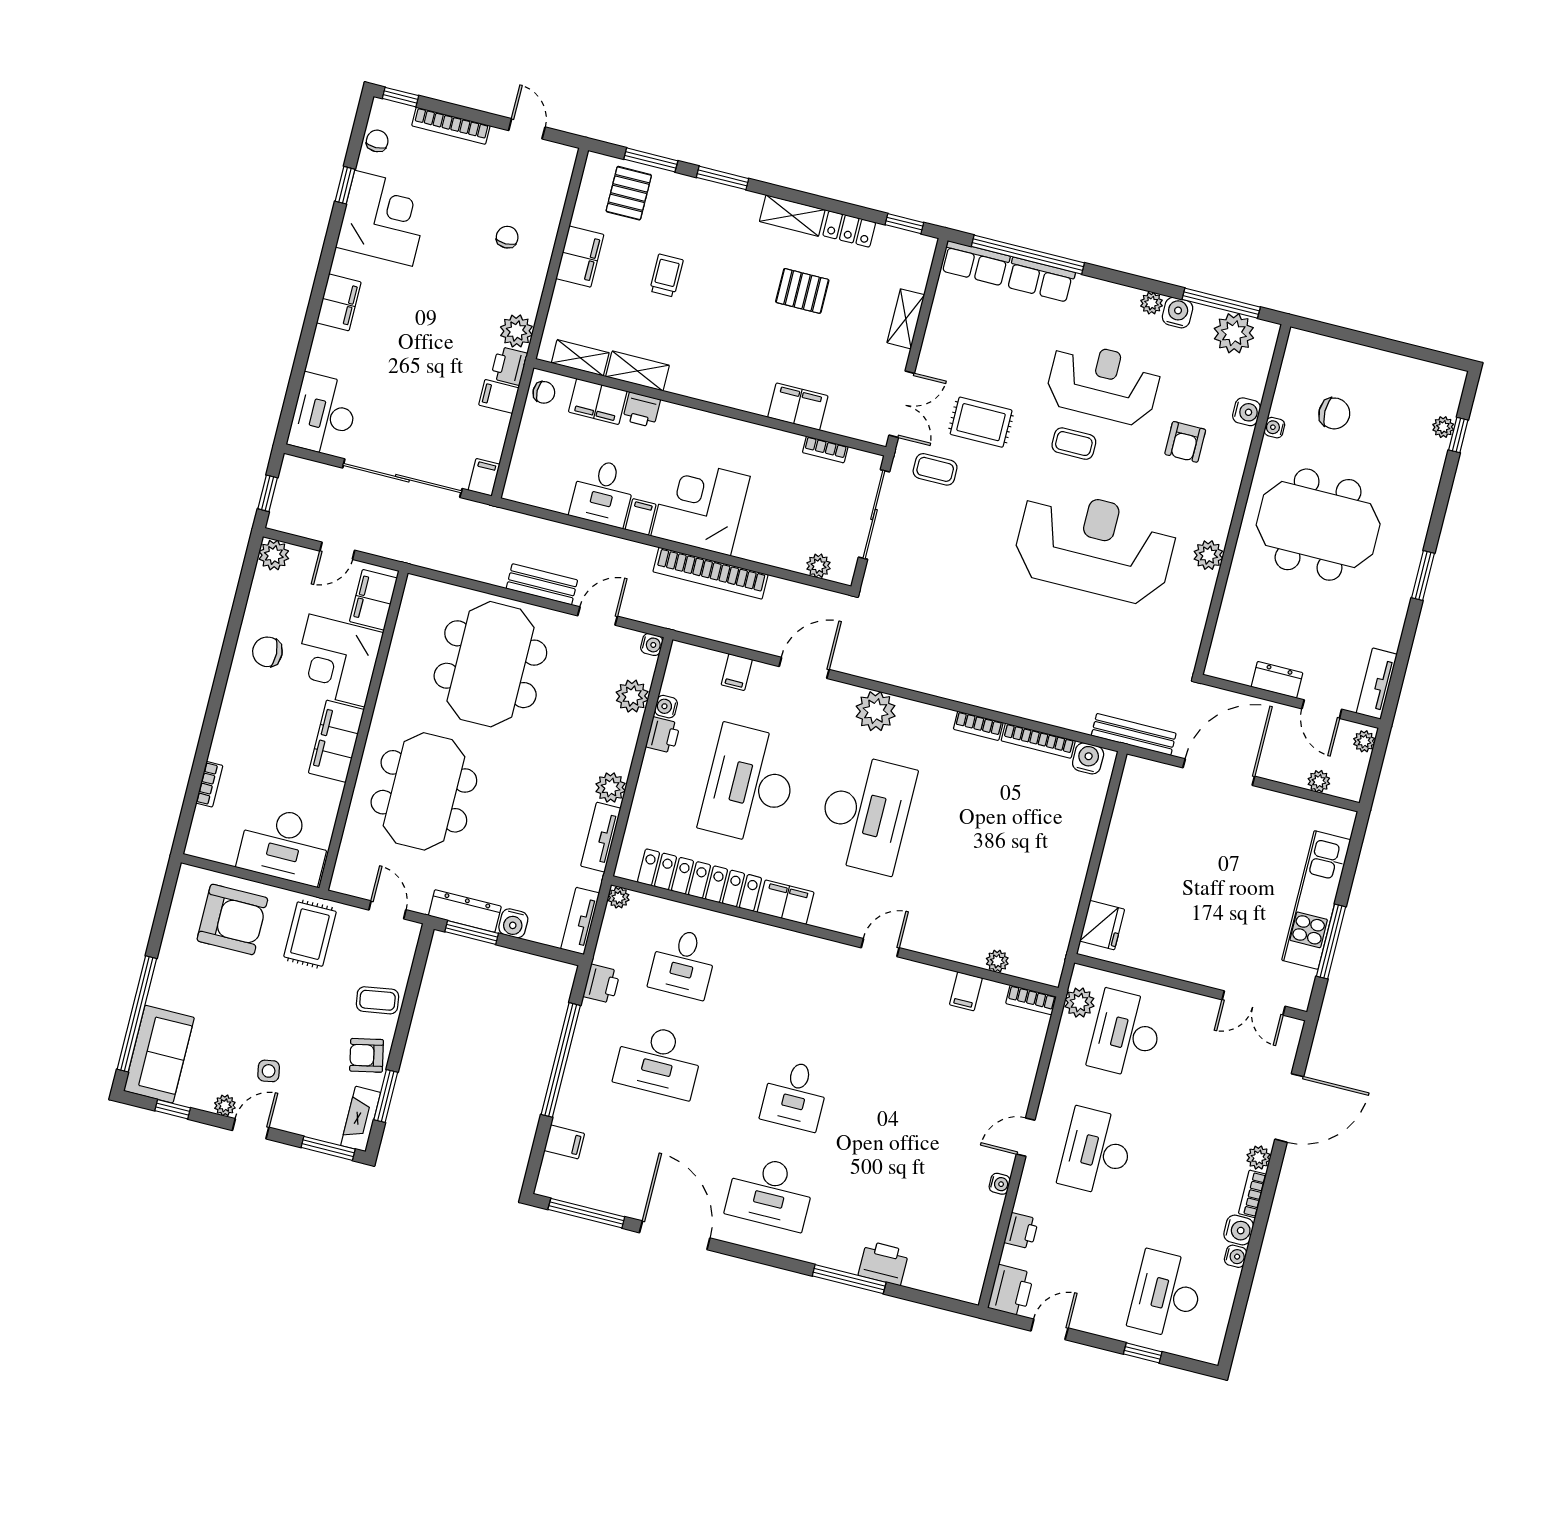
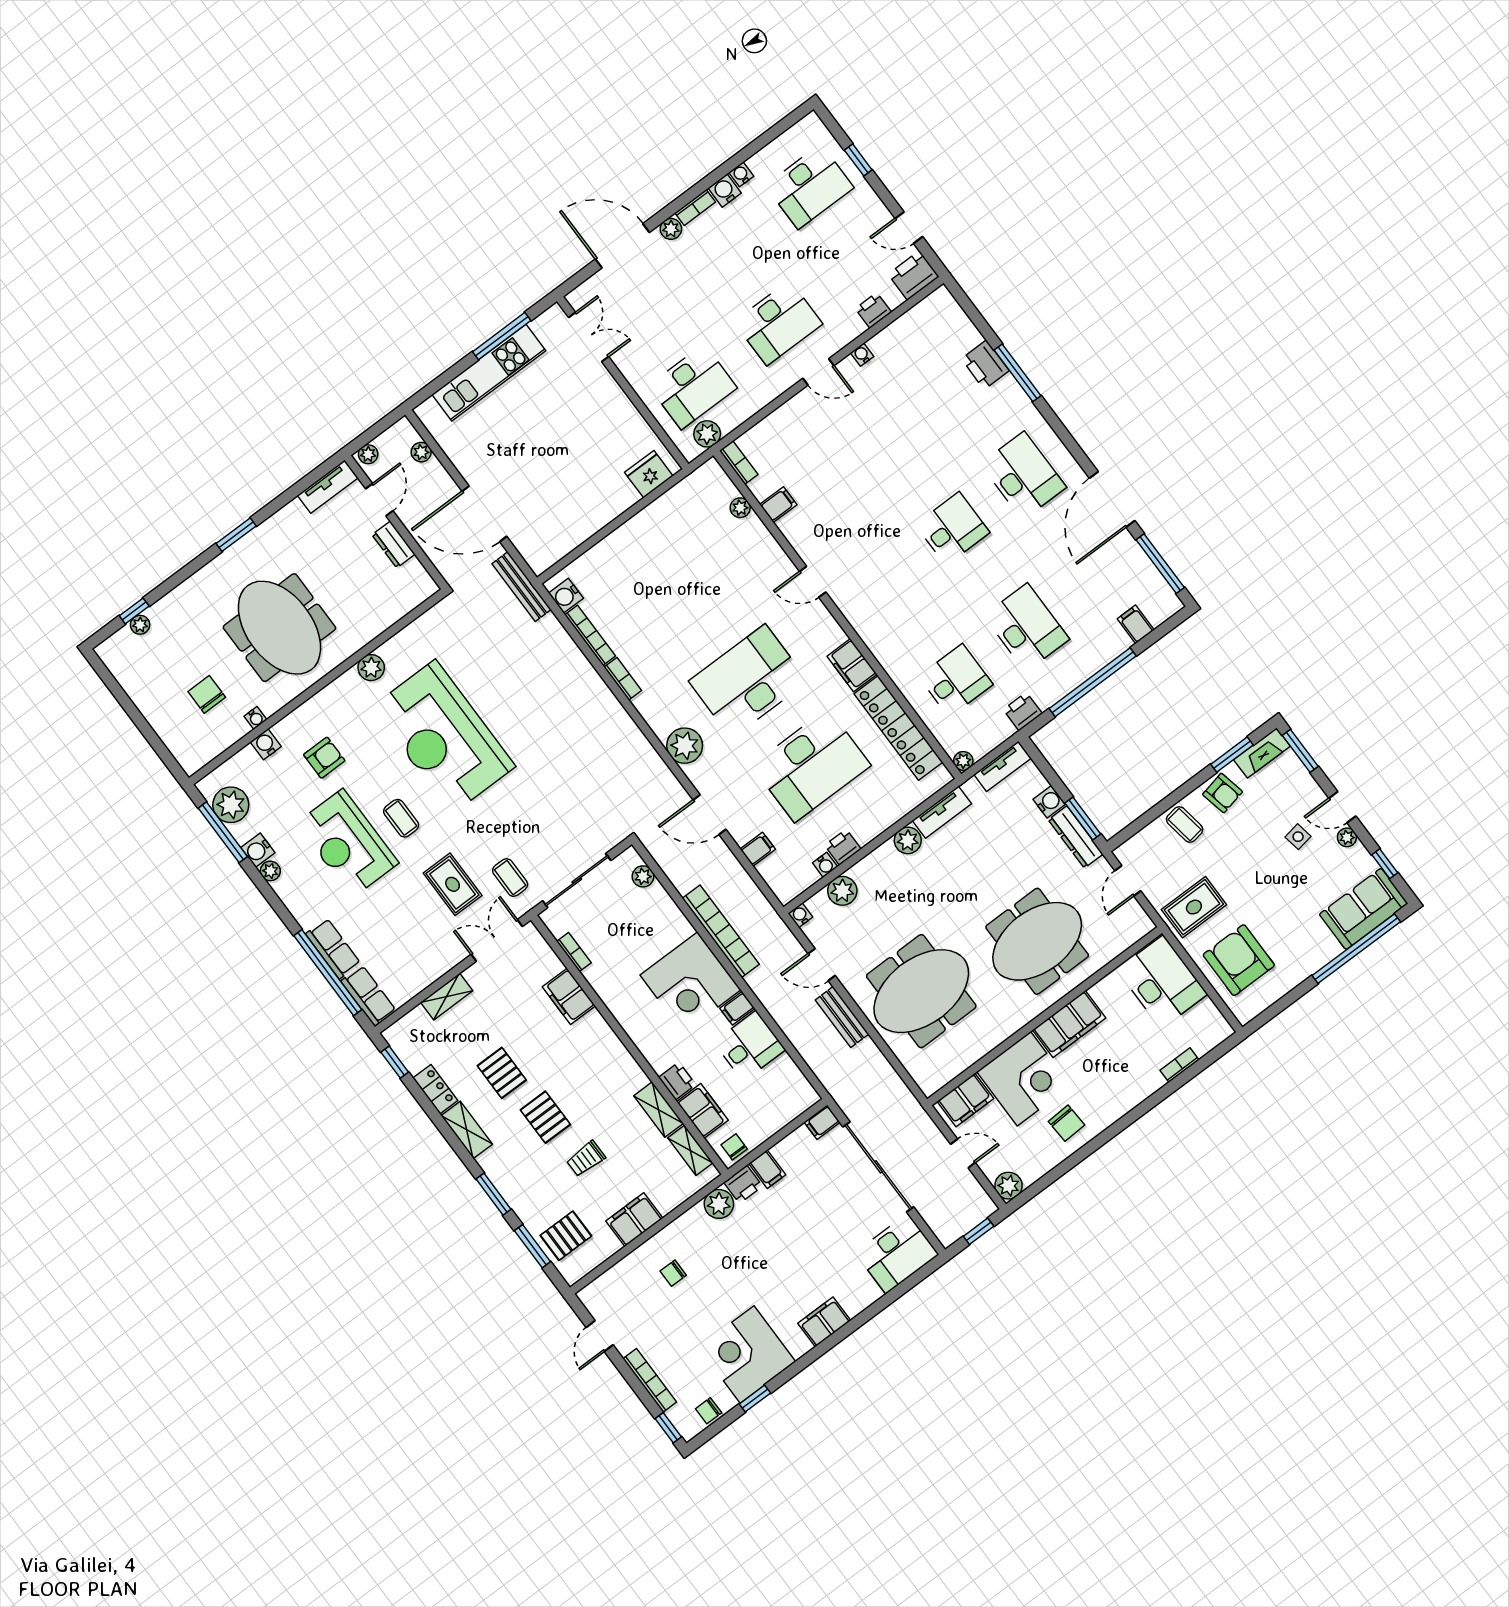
pallet: (732, 283) -> (545, 1117), added

